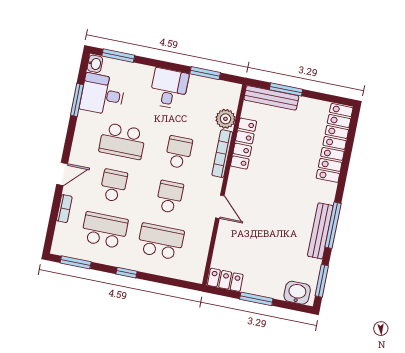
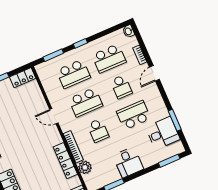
washbasin: (95, 64) -> (128, 31), moved
school desk: (170, 197) -> (86, 102), width x1.85
window: (76, 262) -> (53, 55), moved

